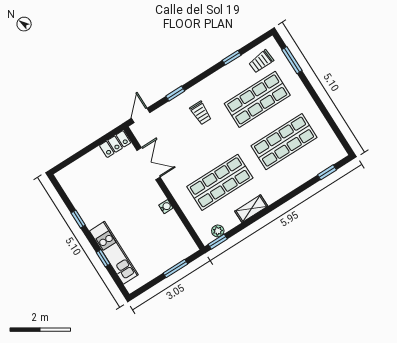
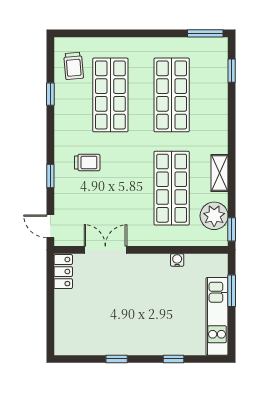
window: (292, 60) -> (205, 33), moved
water cooler: (166, 207) -> (177, 260), moved
plant: (218, 231) -> (214, 216), width x1.87, depth x1.87
kitchen unit: (114, 253) -> (217, 316), moved, turned -90

